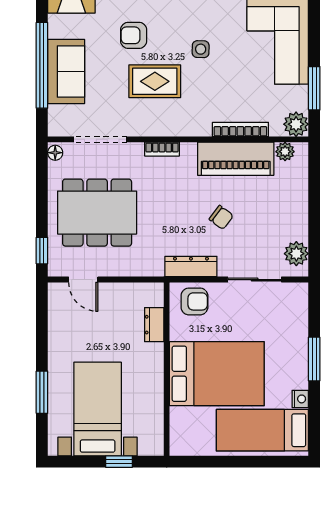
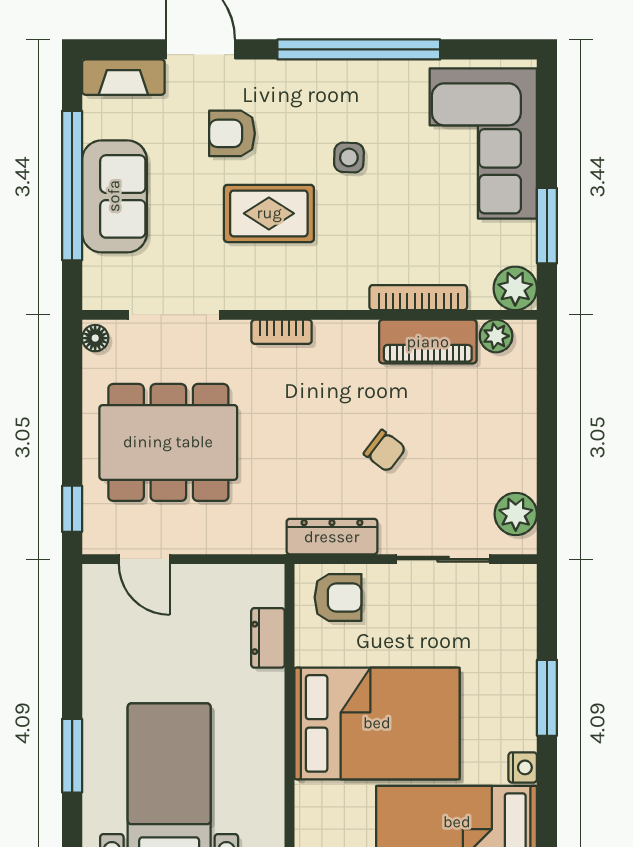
piano: (236, 159) -> (428, 342), width x0.73, depth x0.75

